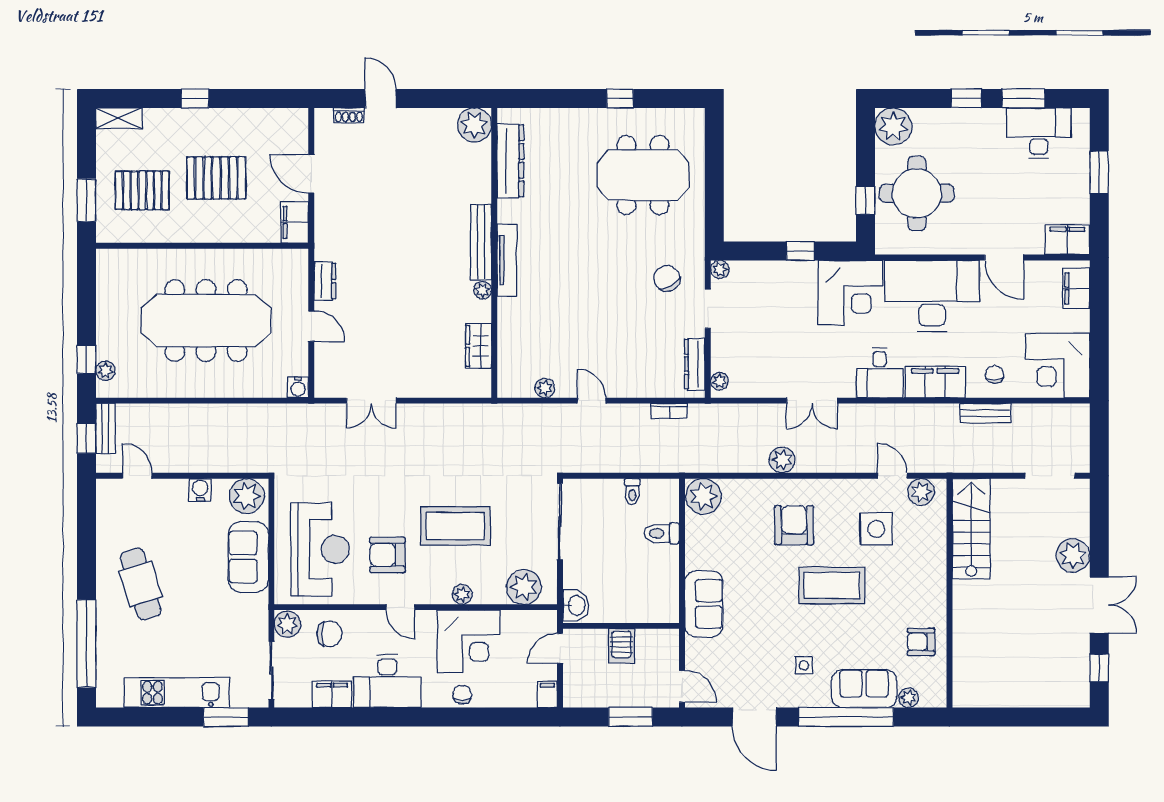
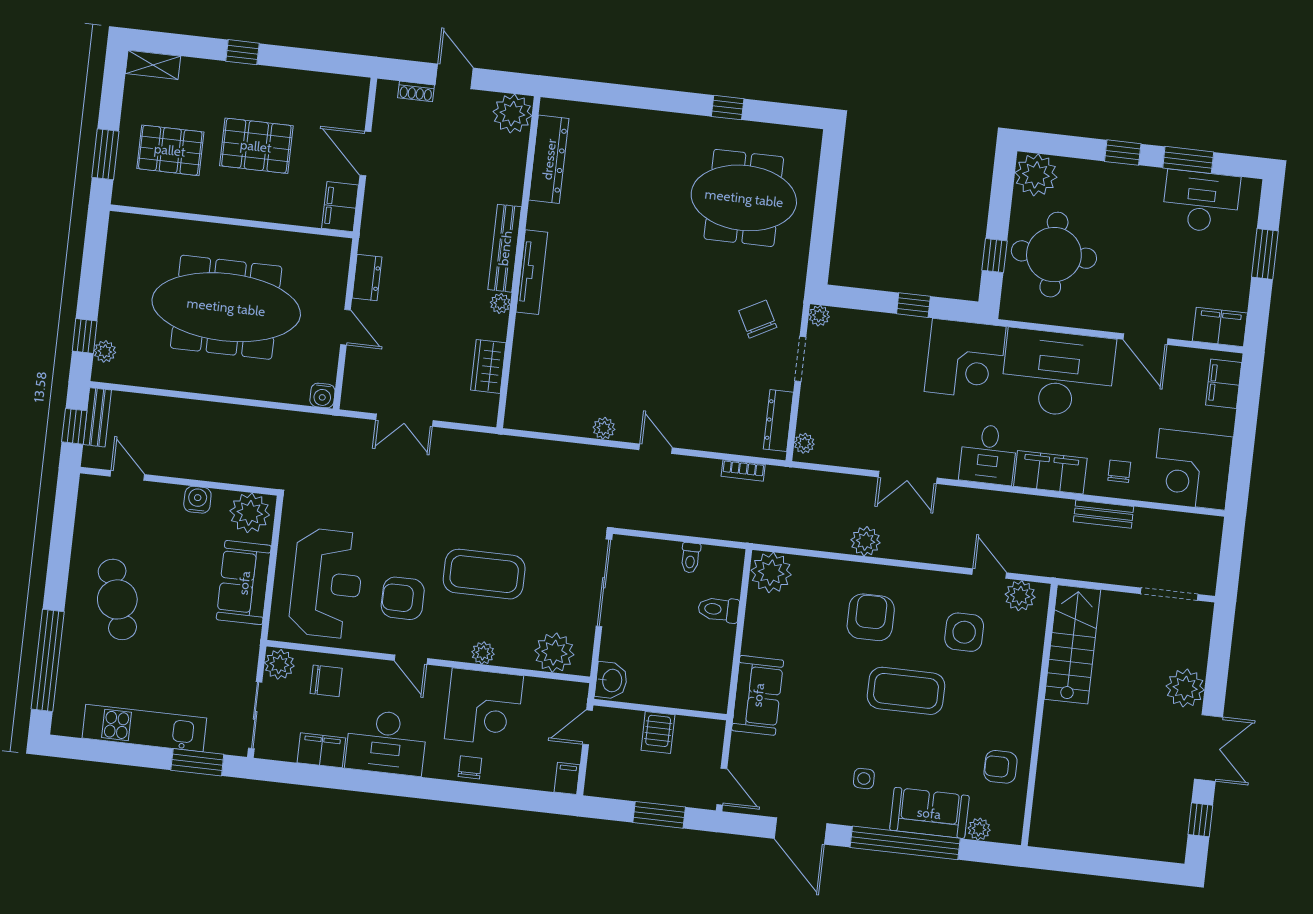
plant: (474, 125) -> (512, 114), moved
dresser: (510, 161) -> (549, 159), moved
bench: (481, 242) -> (505, 248), moved
wall: (494, 253) -> (518, 262), moved
tv unit: (507, 260) -> (532, 272), moved
plant: (483, 290) -> (500, 303), moved
wardrobe: (479, 346) -> (488, 366), moved

